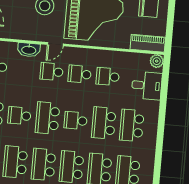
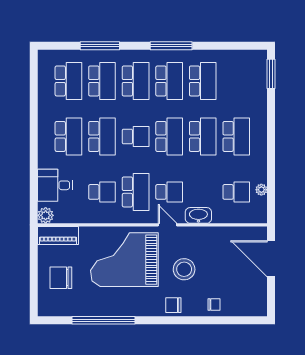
door: (55, 44) -> (168, 225), hinge flipped
school desk: (80, 74) -> (136, 192), width x1.85
school desk: (19, 116) -> (203, 136), width x1.85

